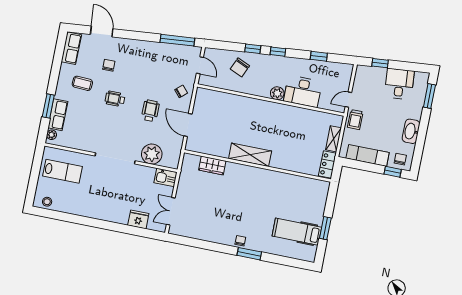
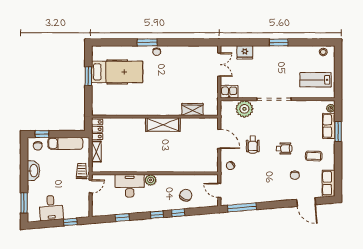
window: (97, 223) -> (279, 42), added
hospital bed: (297, 232) -> (117, 72), width x1.37, depth x1.29

